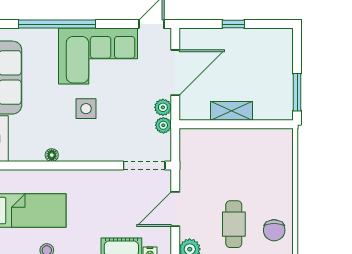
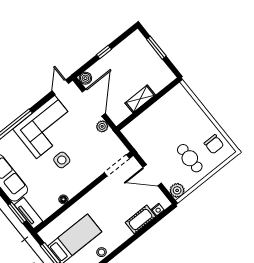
boiler: (188, 37) -> (85, 78), added
window: (297, 92) -> (156, 48), moved
plant: (163, 125) -> (110, 136), removed
door: (175, 209) -> (152, 175), hinge flipped

